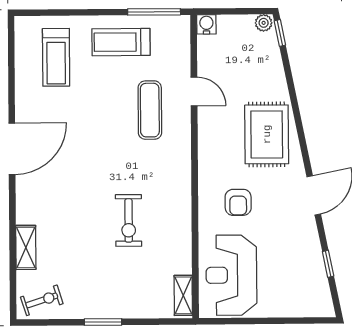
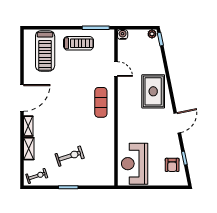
treadmill: (121, 42) -> (78, 43), turned 180
treadmill: (56, 57) -> (45, 51), width x1.37, depth x1.38
exercise mat: (150, 110) -> (101, 102), moved
armchair: (238, 202) -> (172, 165), moved
exercise bike: (129, 220) -> (70, 156), moved, turned -108
shelving: (183, 295) -> (28, 126), moved

